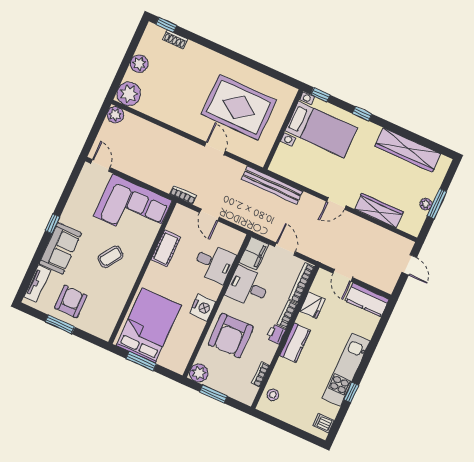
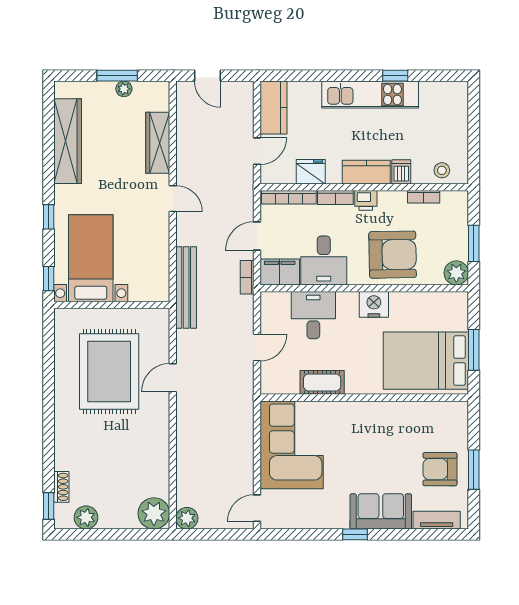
plant: (139, 64) -> (86, 517), moved
bookcase: (183, 195) -> (247, 277), moved
coffee table: (111, 257) -> (363, 445), removed
door: (409, 265) -> (207, 76), swing flipped
dishwasher: (323, 423) -> (401, 172), moved, turned 180

